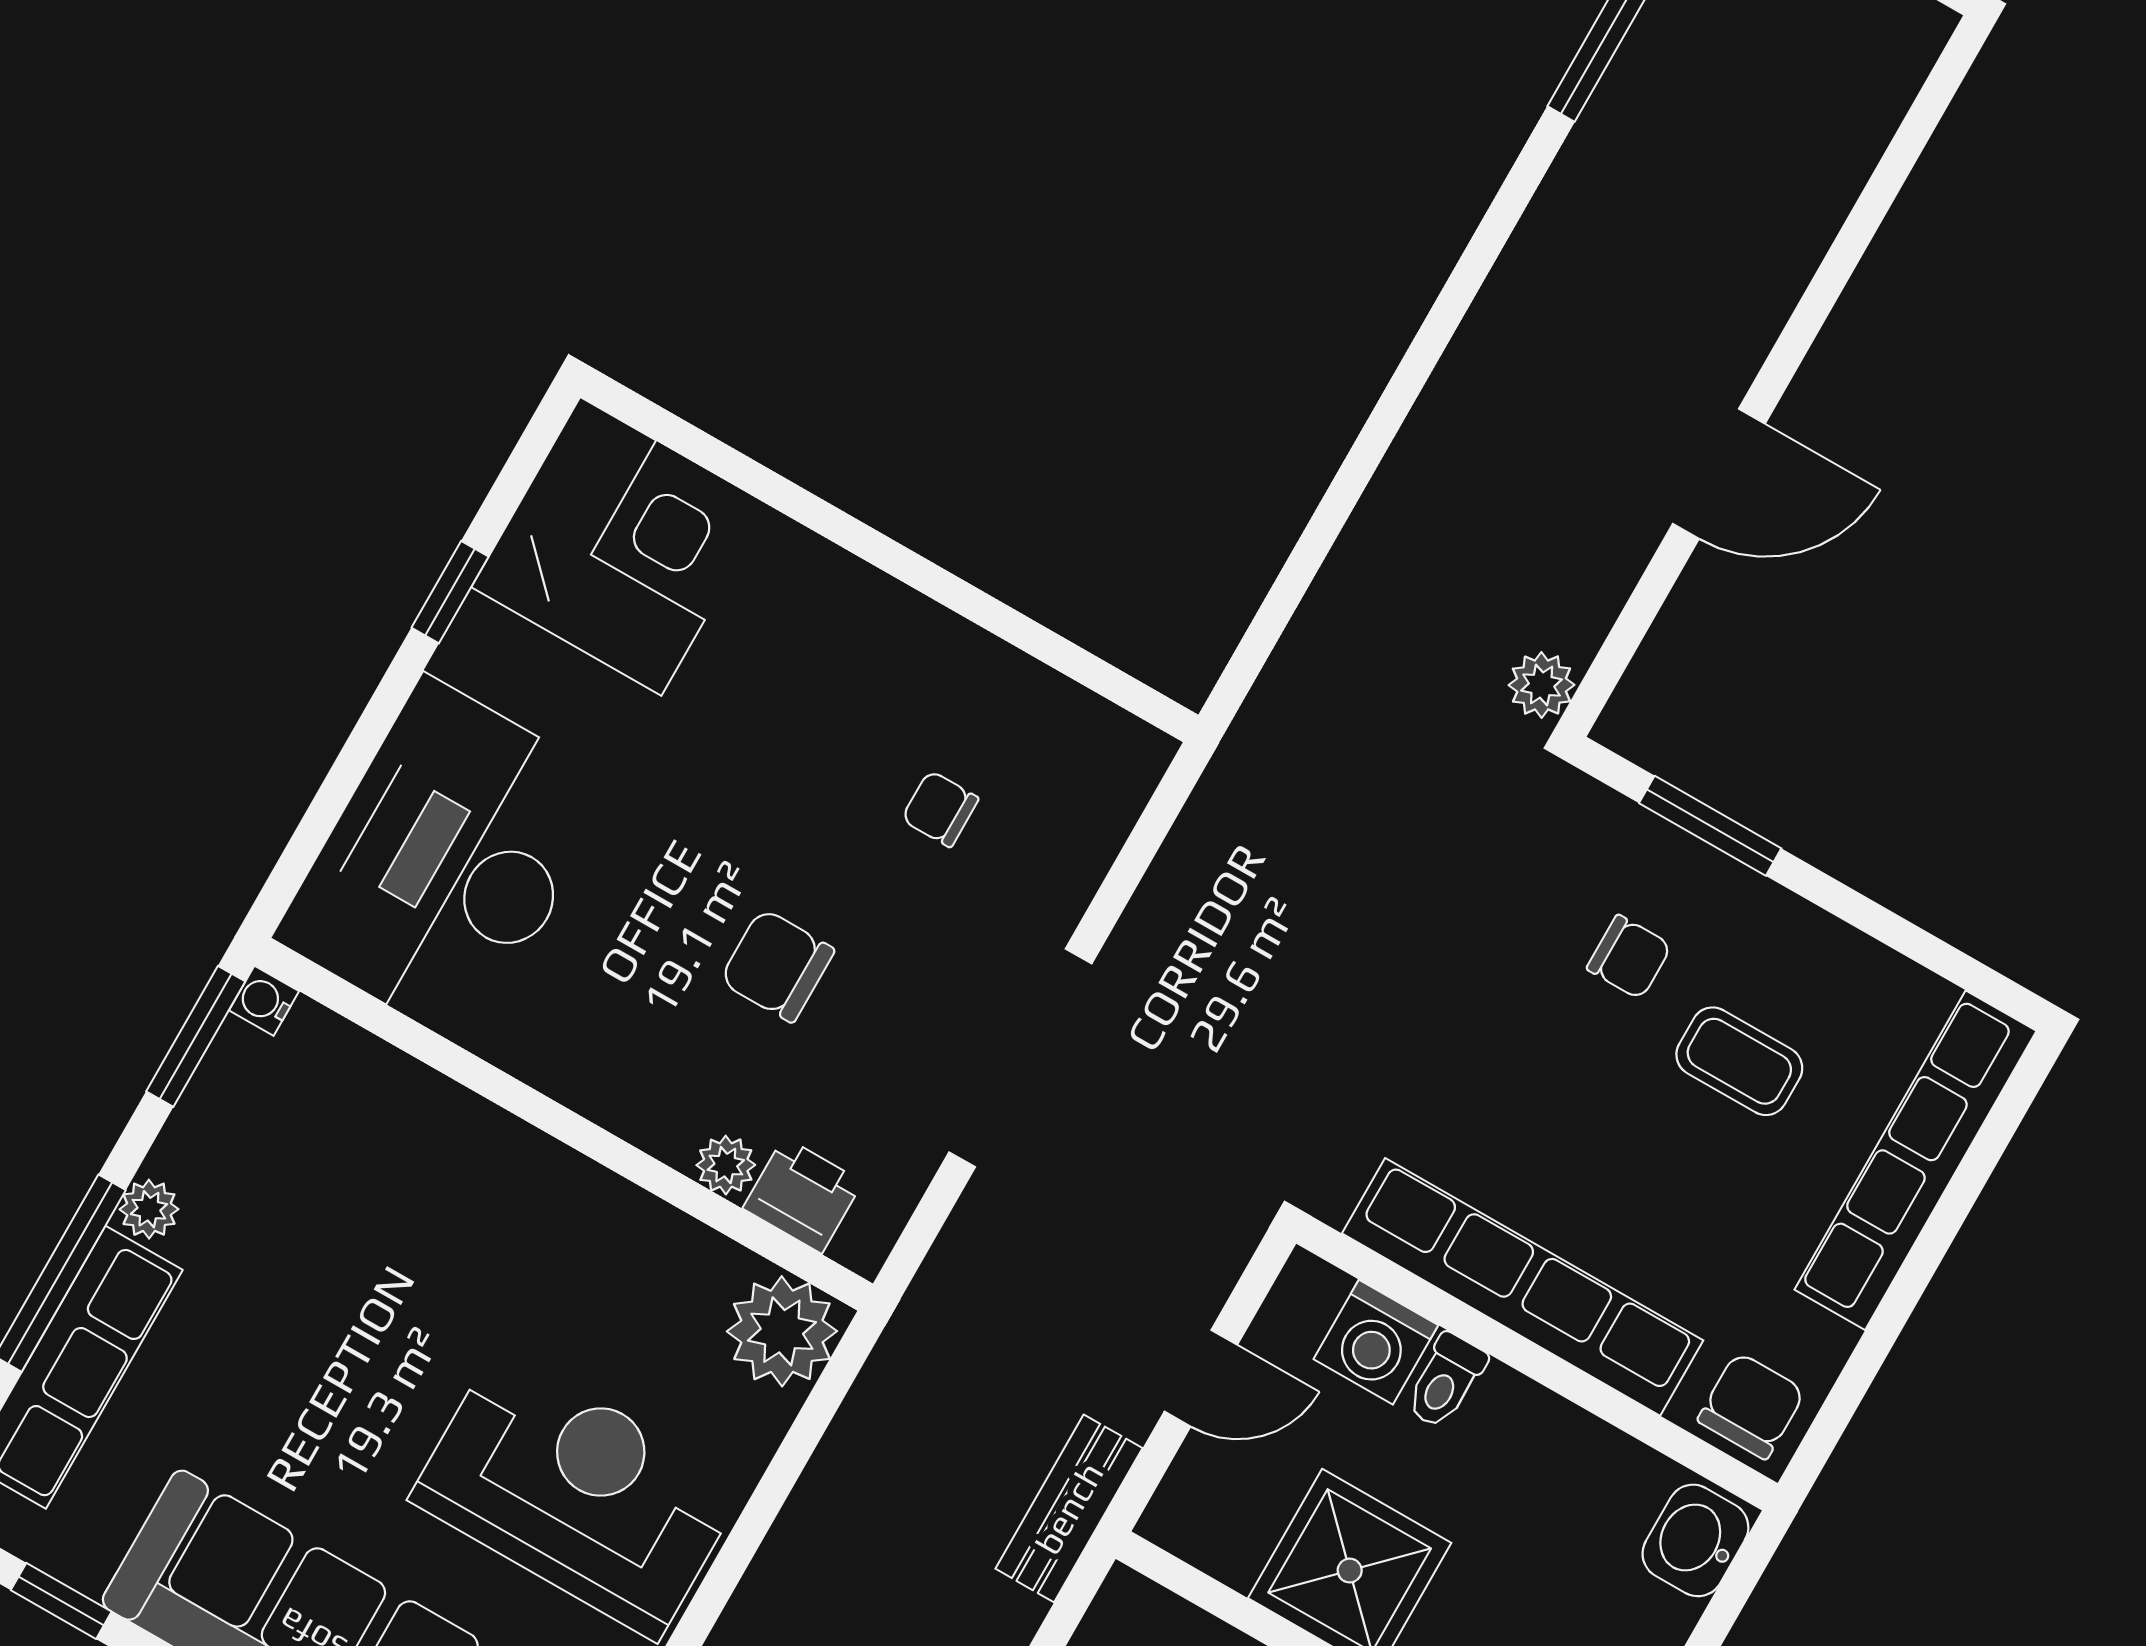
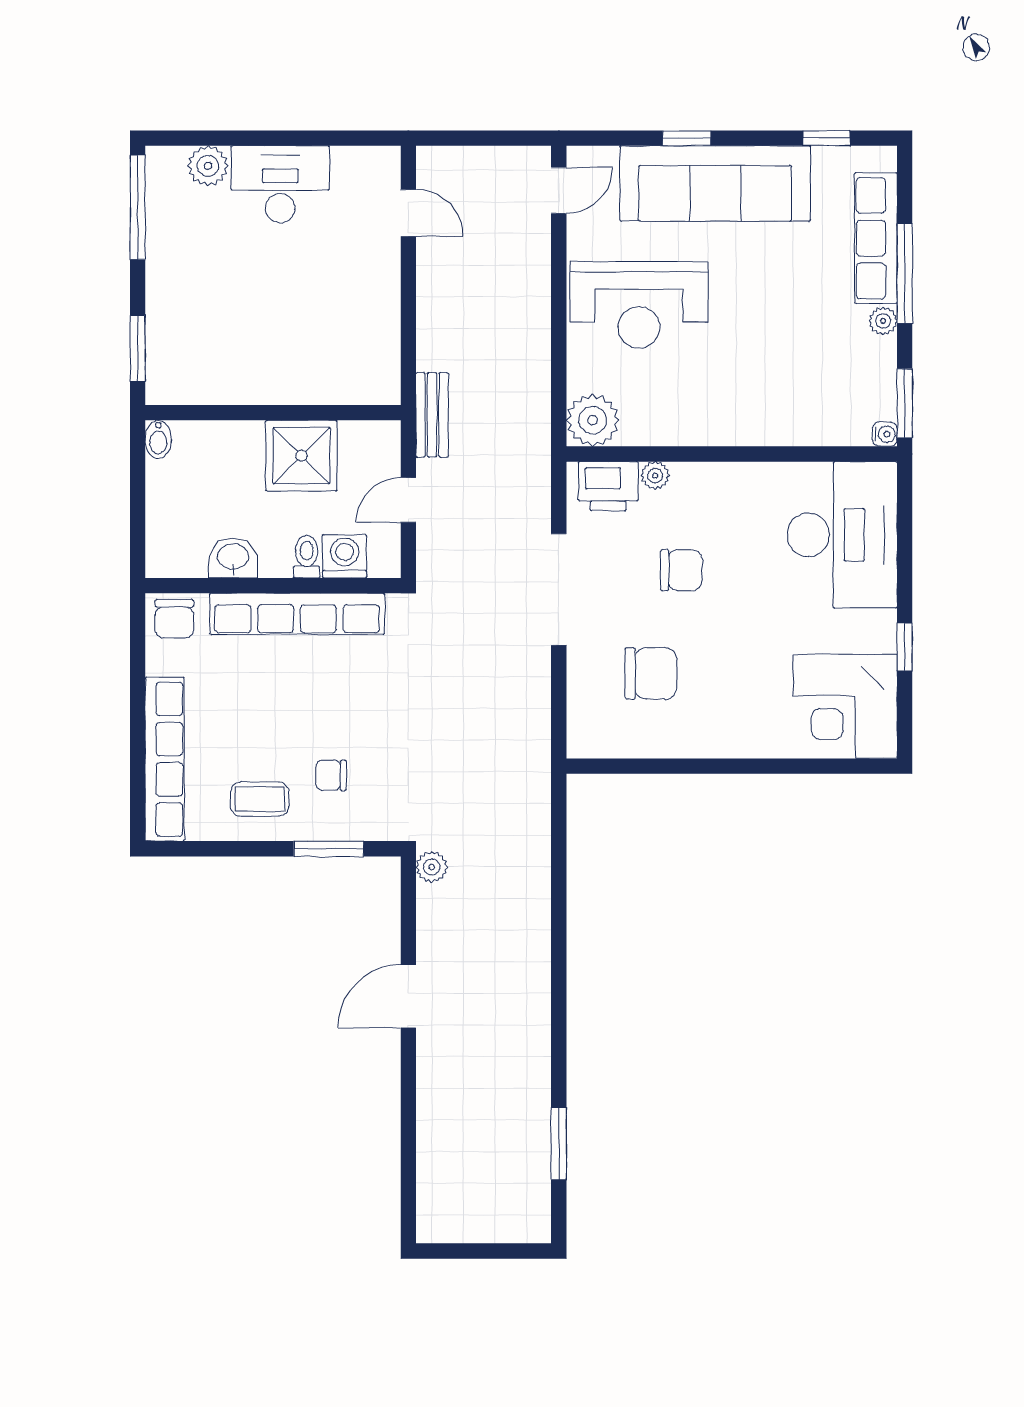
chair: (940, 809) -> (651, 673), width x1.87, depth x1.87
coffee table: (1739, 1061) -> (260, 799), moved
printer: (803, 1195) -> (608, 486), width x1.36, depth x1.24
washbasin: (1695, 1540) -> (233, 558), moved, turned -90

